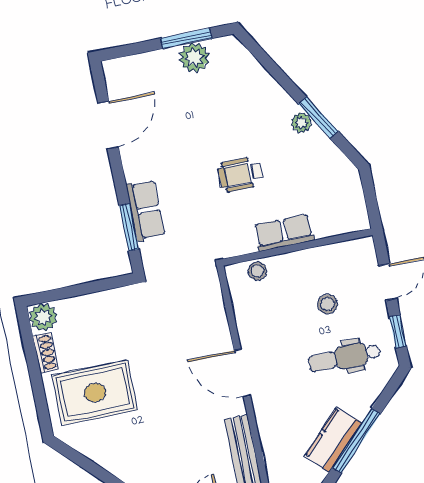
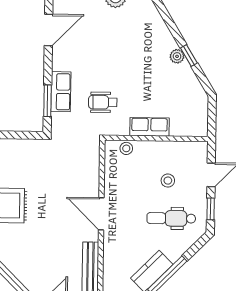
window: (318, 118) -> (189, 55), width x0.67
wheelchair: (241, 174) -> (103, 102), moved

